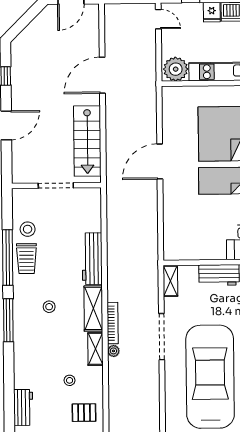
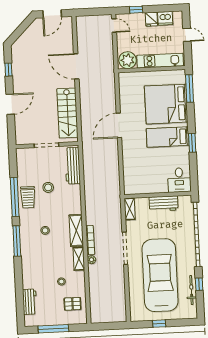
door: (102, 75) -> (76, 66), hinge flipped
stool: (28, 229) -> (48, 187), moved
workbench: (92, 259) -> (73, 166), moved

